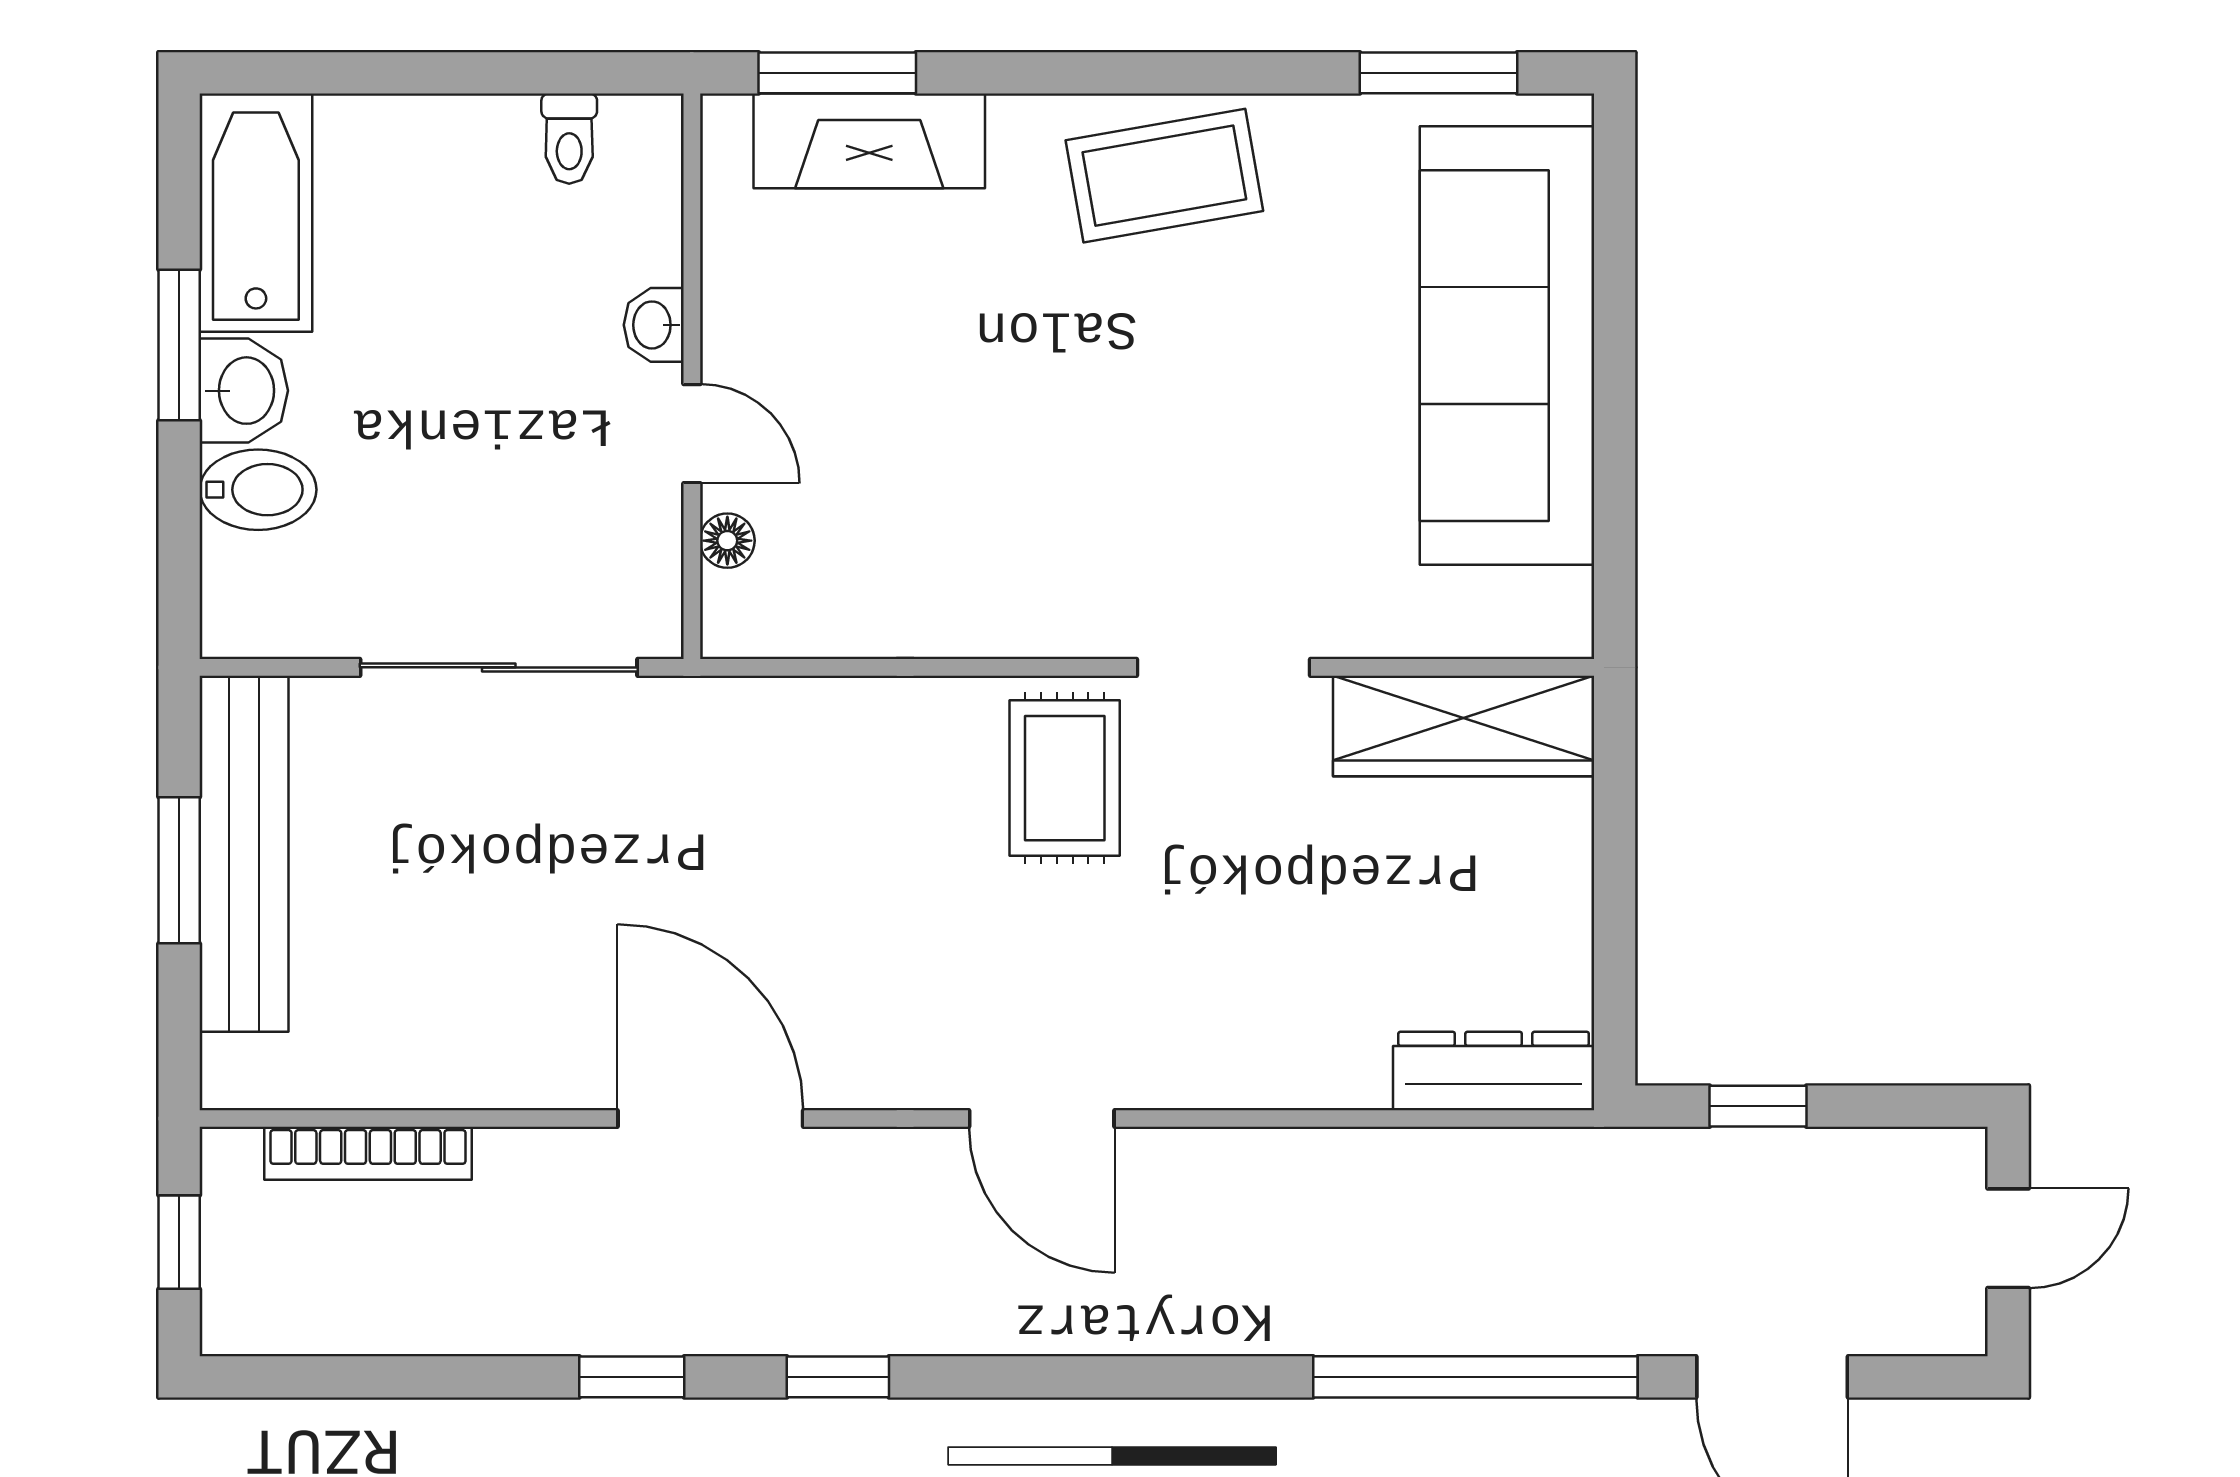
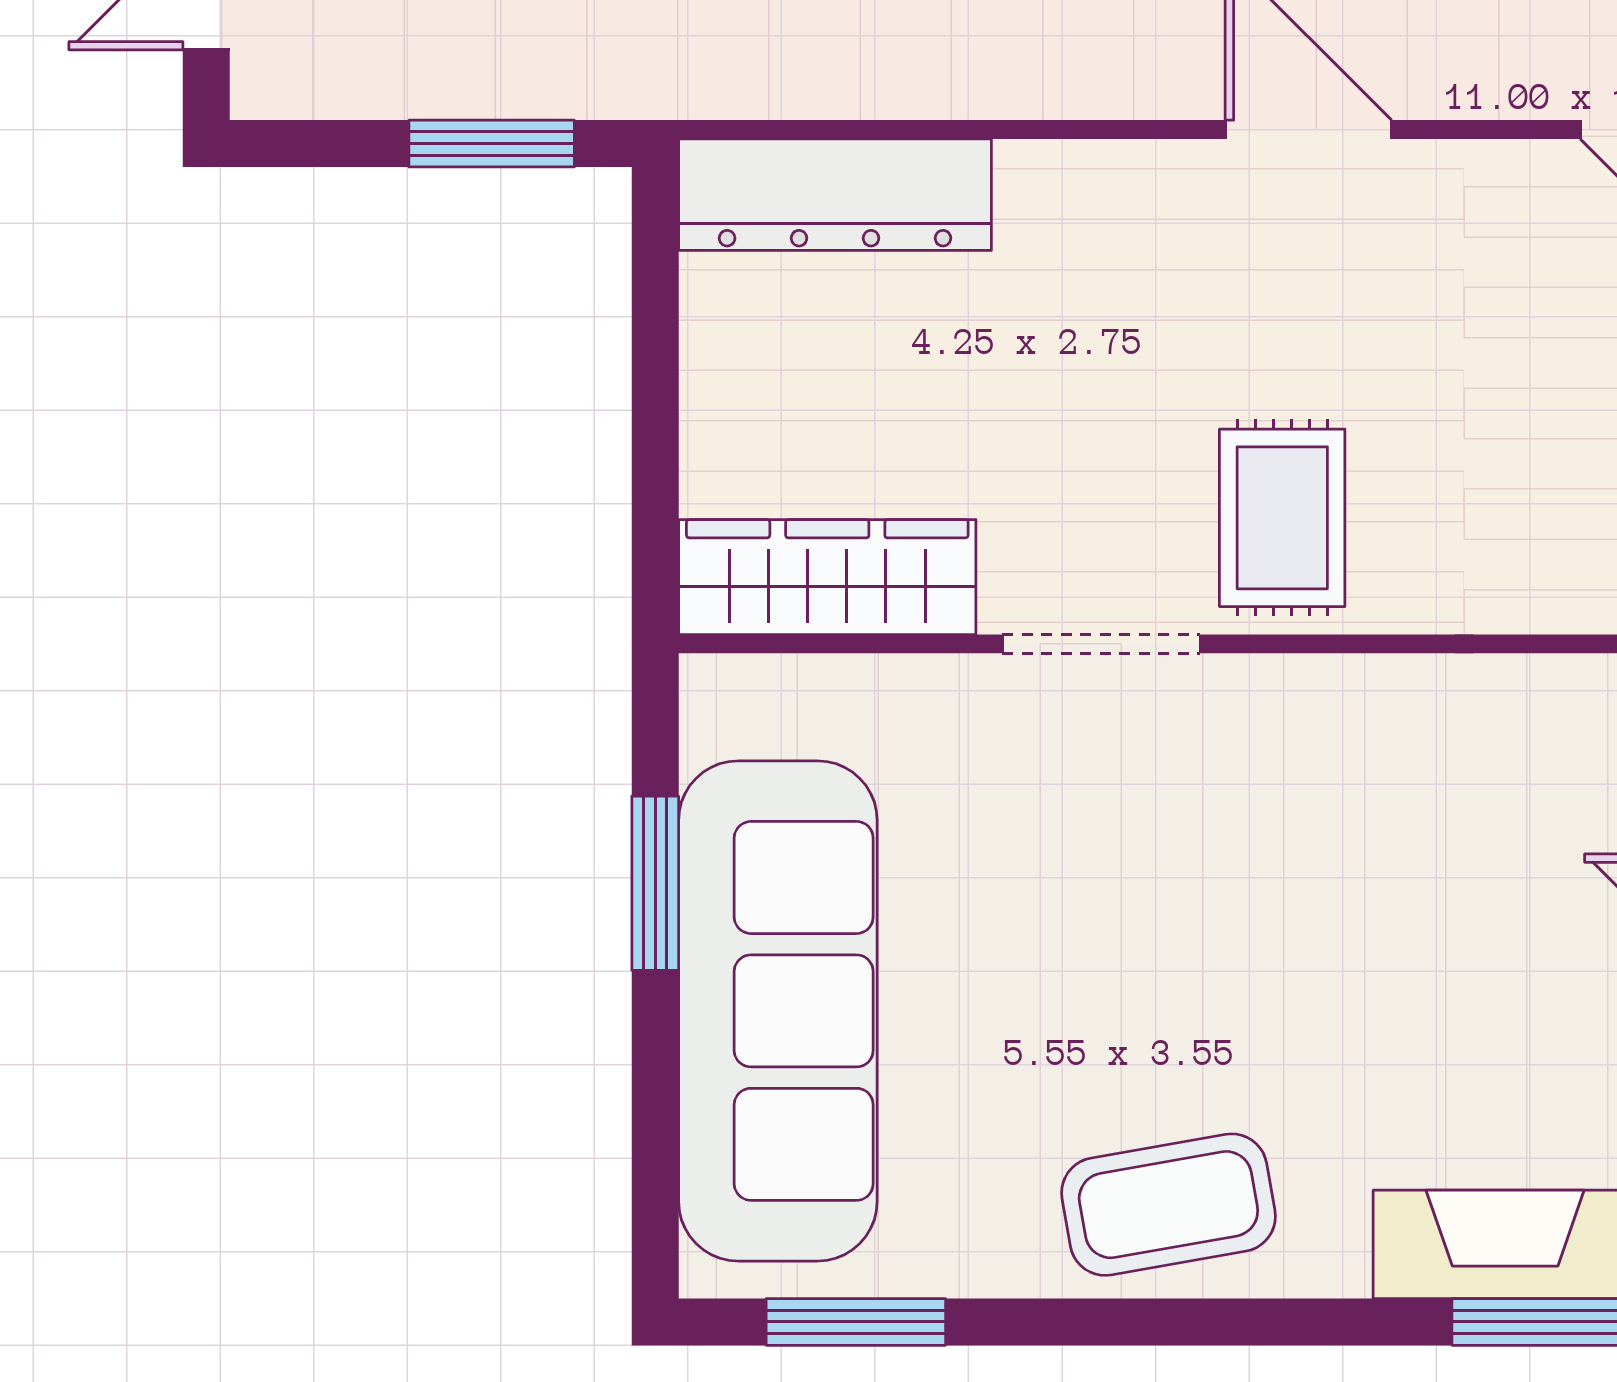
window: (1615, 458) -> (655, 883), added
dresser: (1494, 1071) -> (835, 195), width x1.37, depth x1.24
window: (1758, 1106) -> (492, 144), width x1.50

